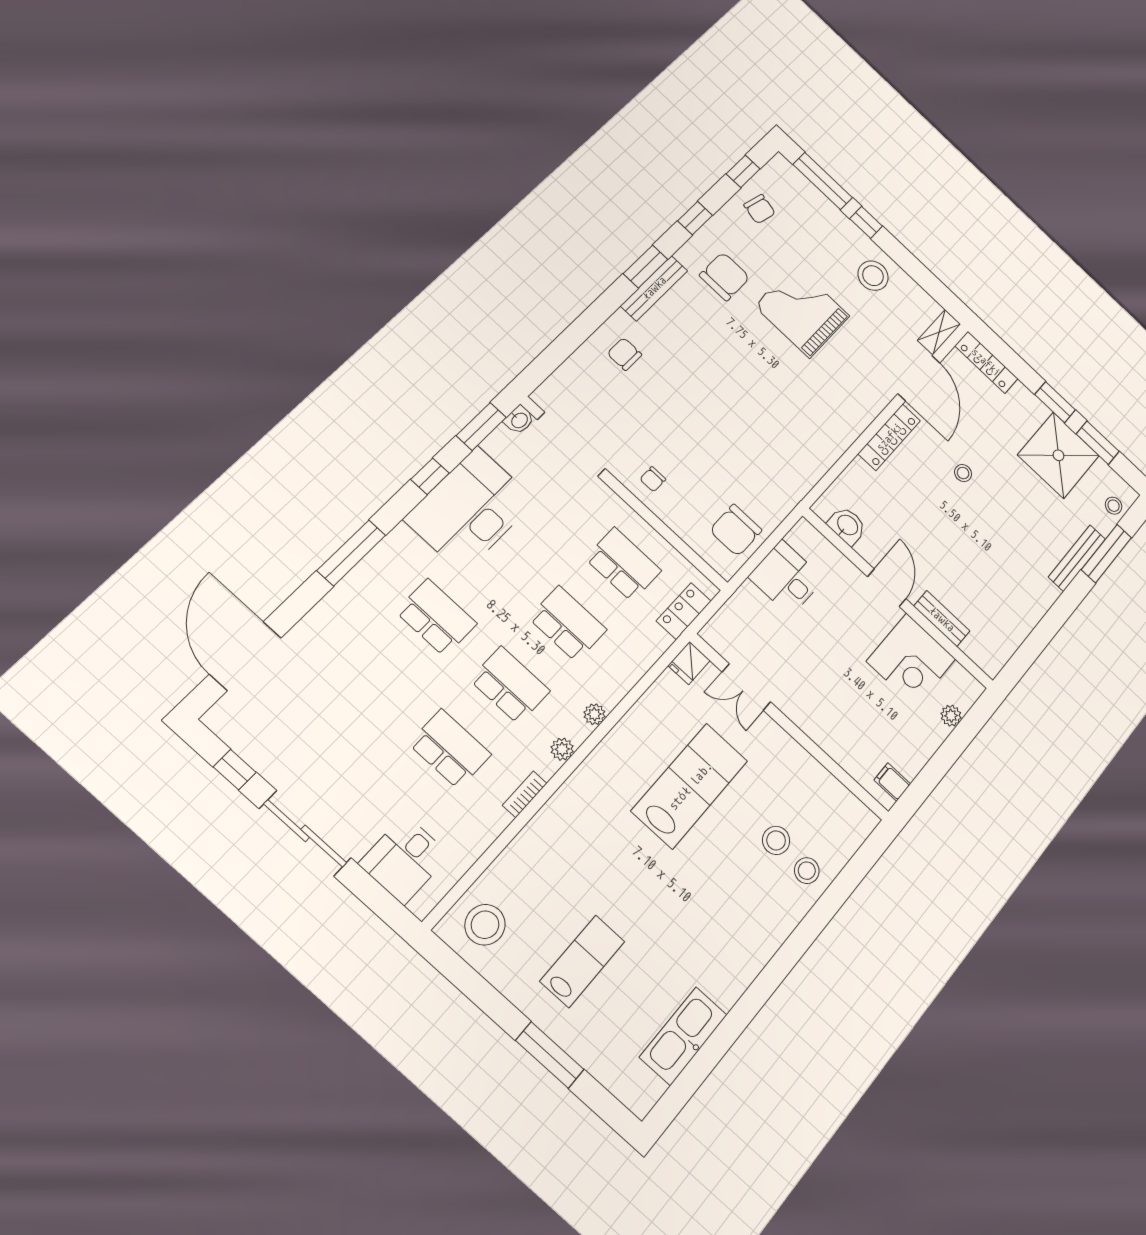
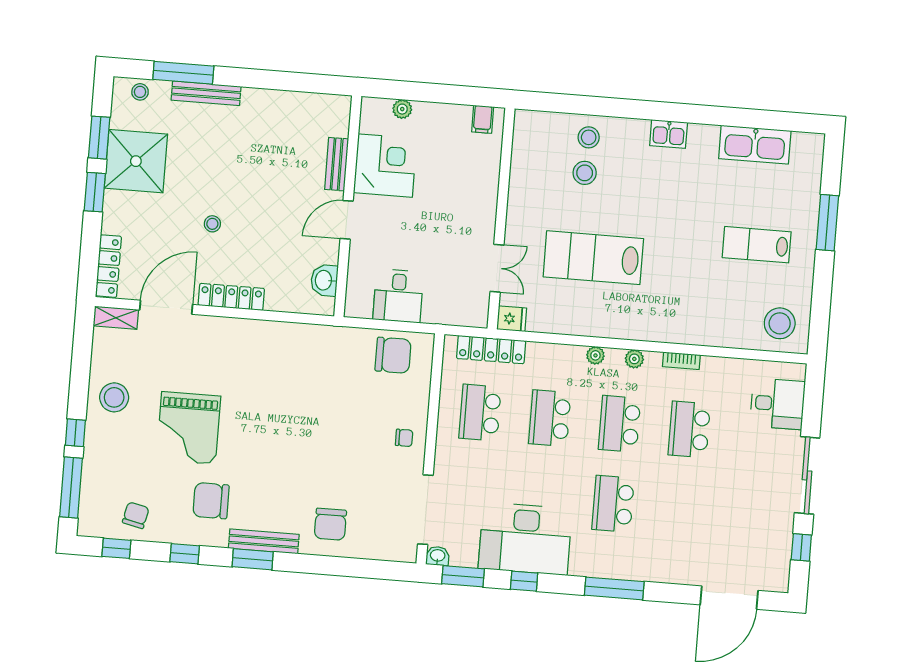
chair: (624, 354) -> (330, 524), width x1.37, depth x1.37
locker: (684, 611) -> (491, 350), width x1.53
kitchen sink: (755, 953) -> (669, 134), added

